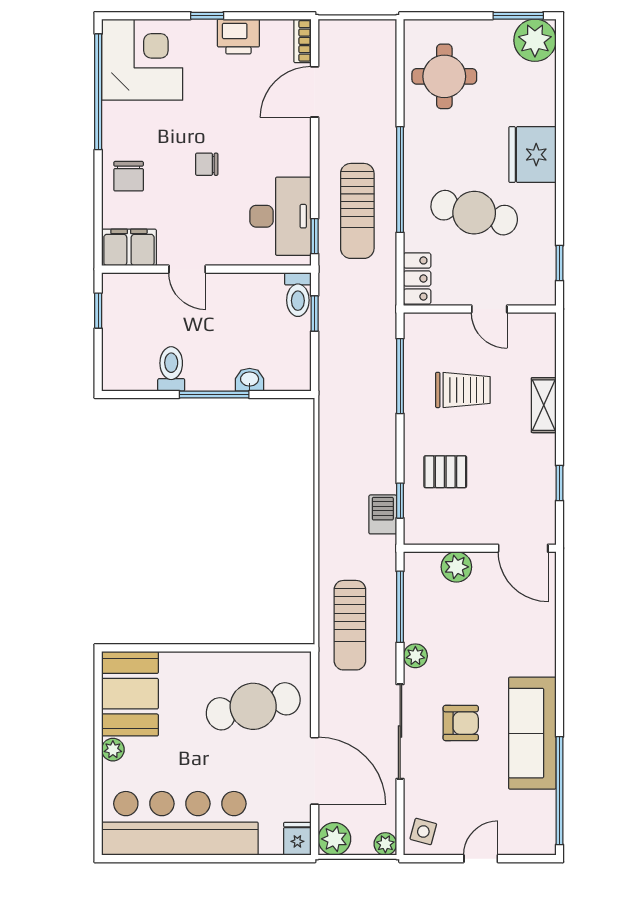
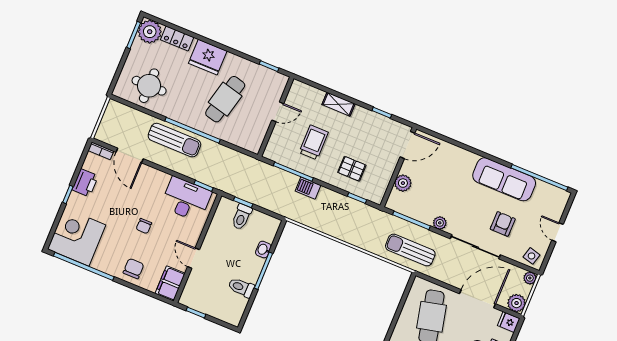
chair: (129, 176) -> (134, 269), turned -90
sun lounger: (357, 211) -> (174, 140), moved
door: (187, 269) -> (194, 258), swing flipped
locker: (417, 279) -> (177, 38), moved, turned 180
toilet: (298, 295) -> (242, 217), moved, turned 90
pallet: (445, 472) -> (352, 169), turned 90
barbecue: (383, 514) -> (308, 188), moved
sun lounger: (350, 625) -> (410, 250), turned 180
armchair: (461, 723) -> (503, 224), moved

